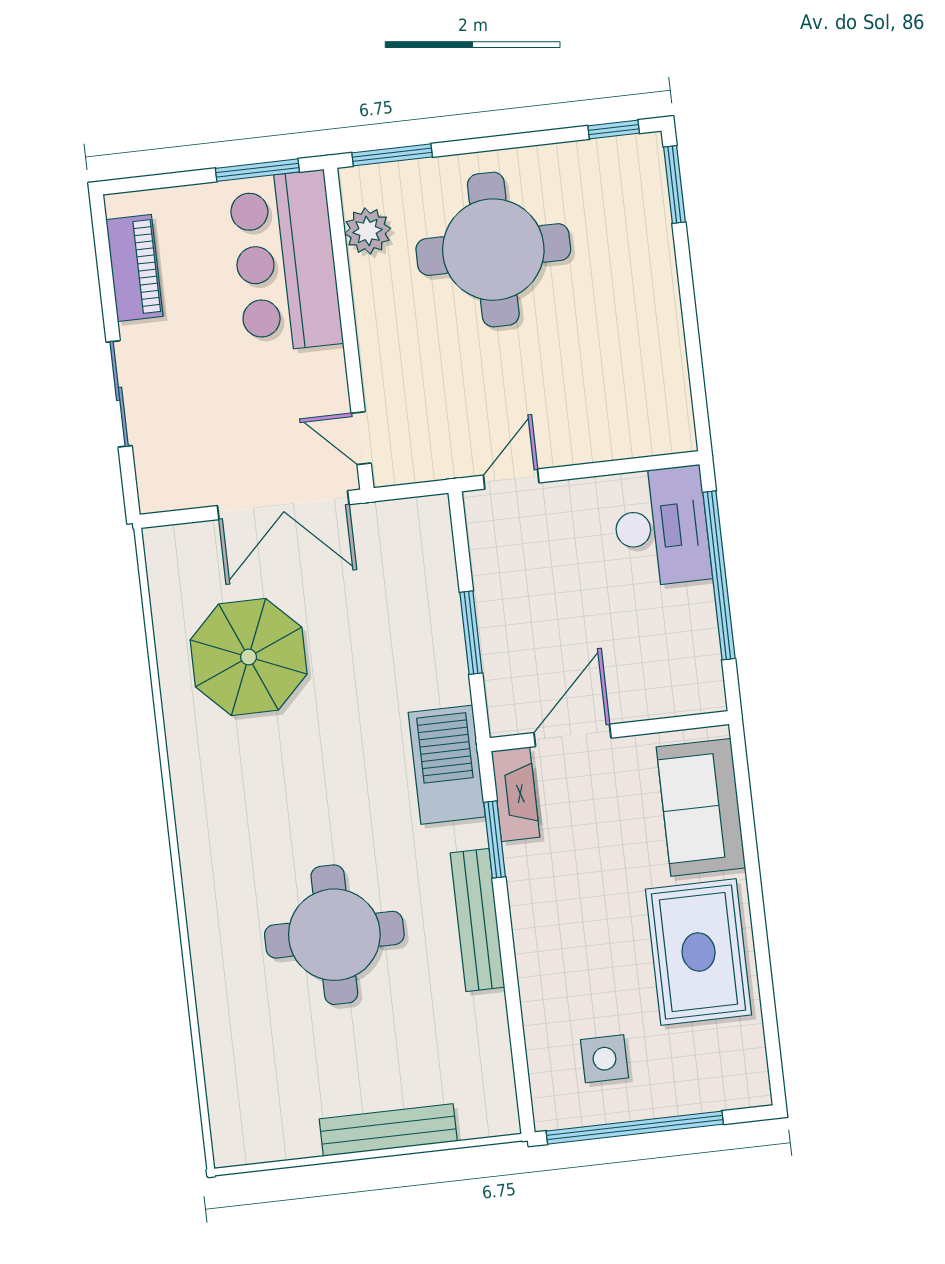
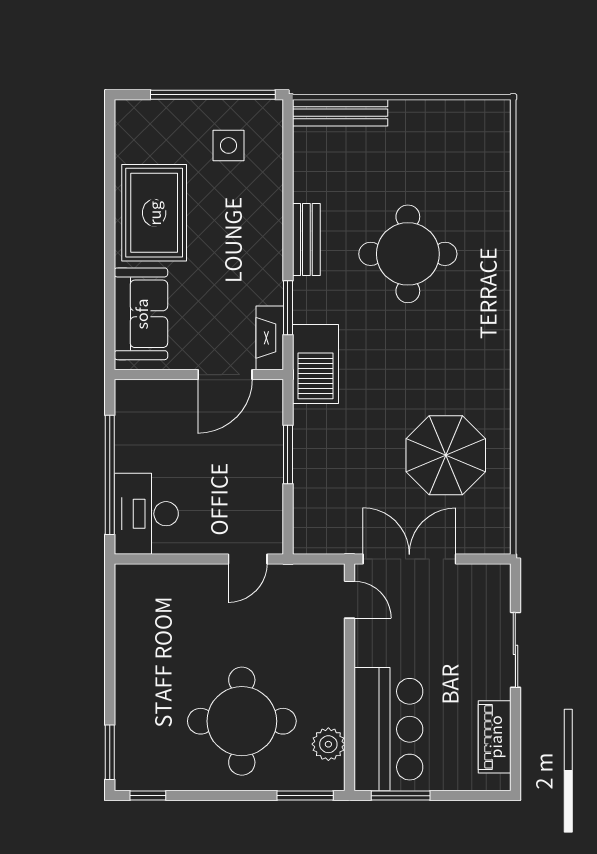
bench: (478, 920) -> (306, 240), width x0.73
bench: (388, 1130) -> (340, 113), moved

